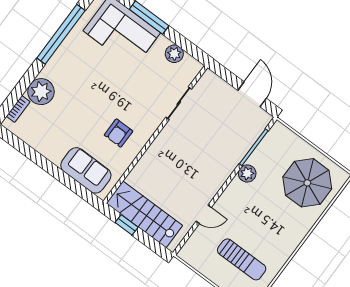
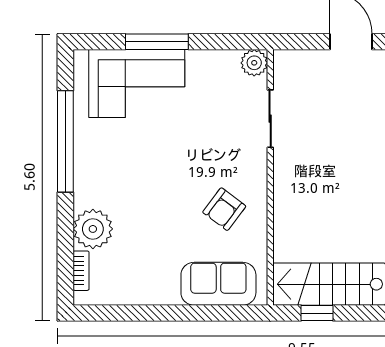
plant: (174, 54) -> (254, 63), moved
armchair: (119, 133) -> (224, 209), turned 37

